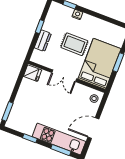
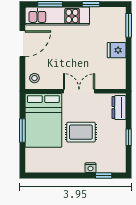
dresser: (43, 41) -> (119, 108), moved
fridge: (33, 73) -> (117, 50), moved

